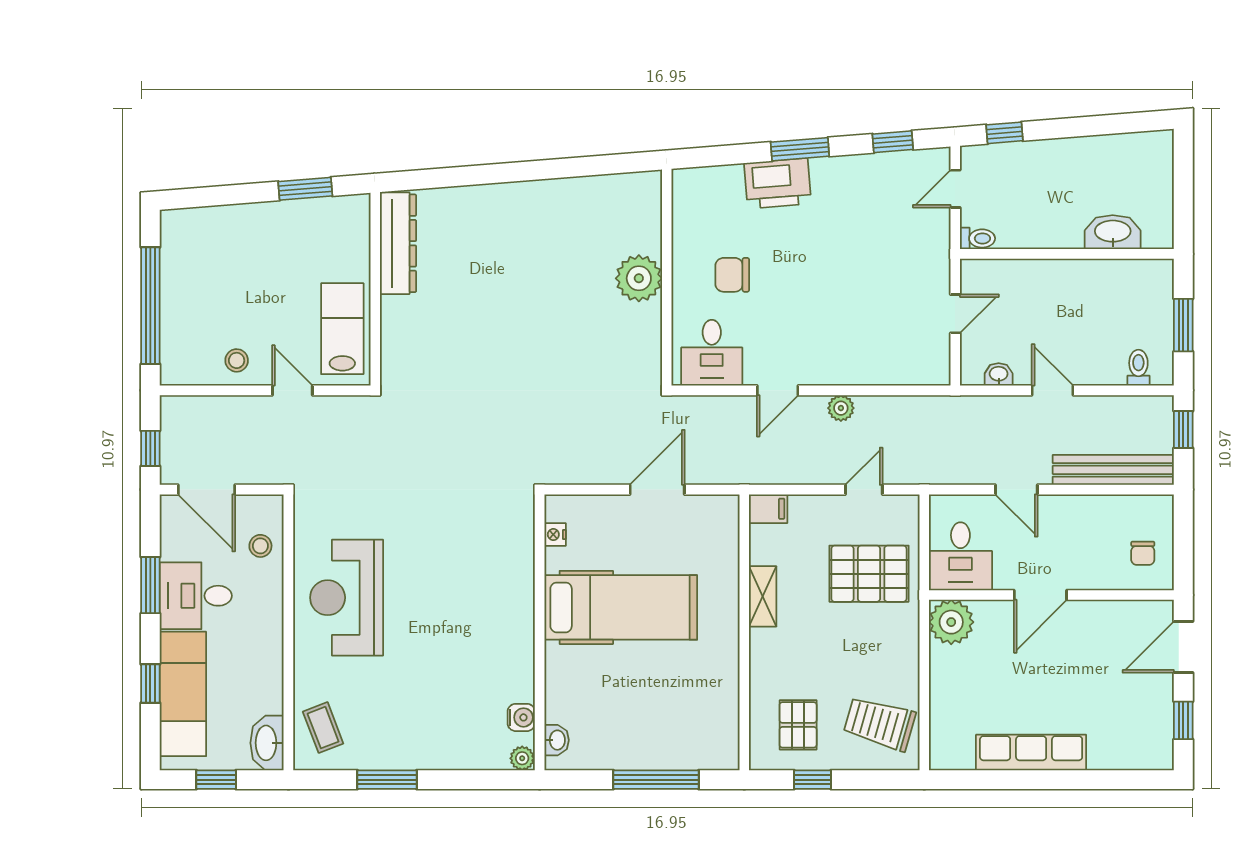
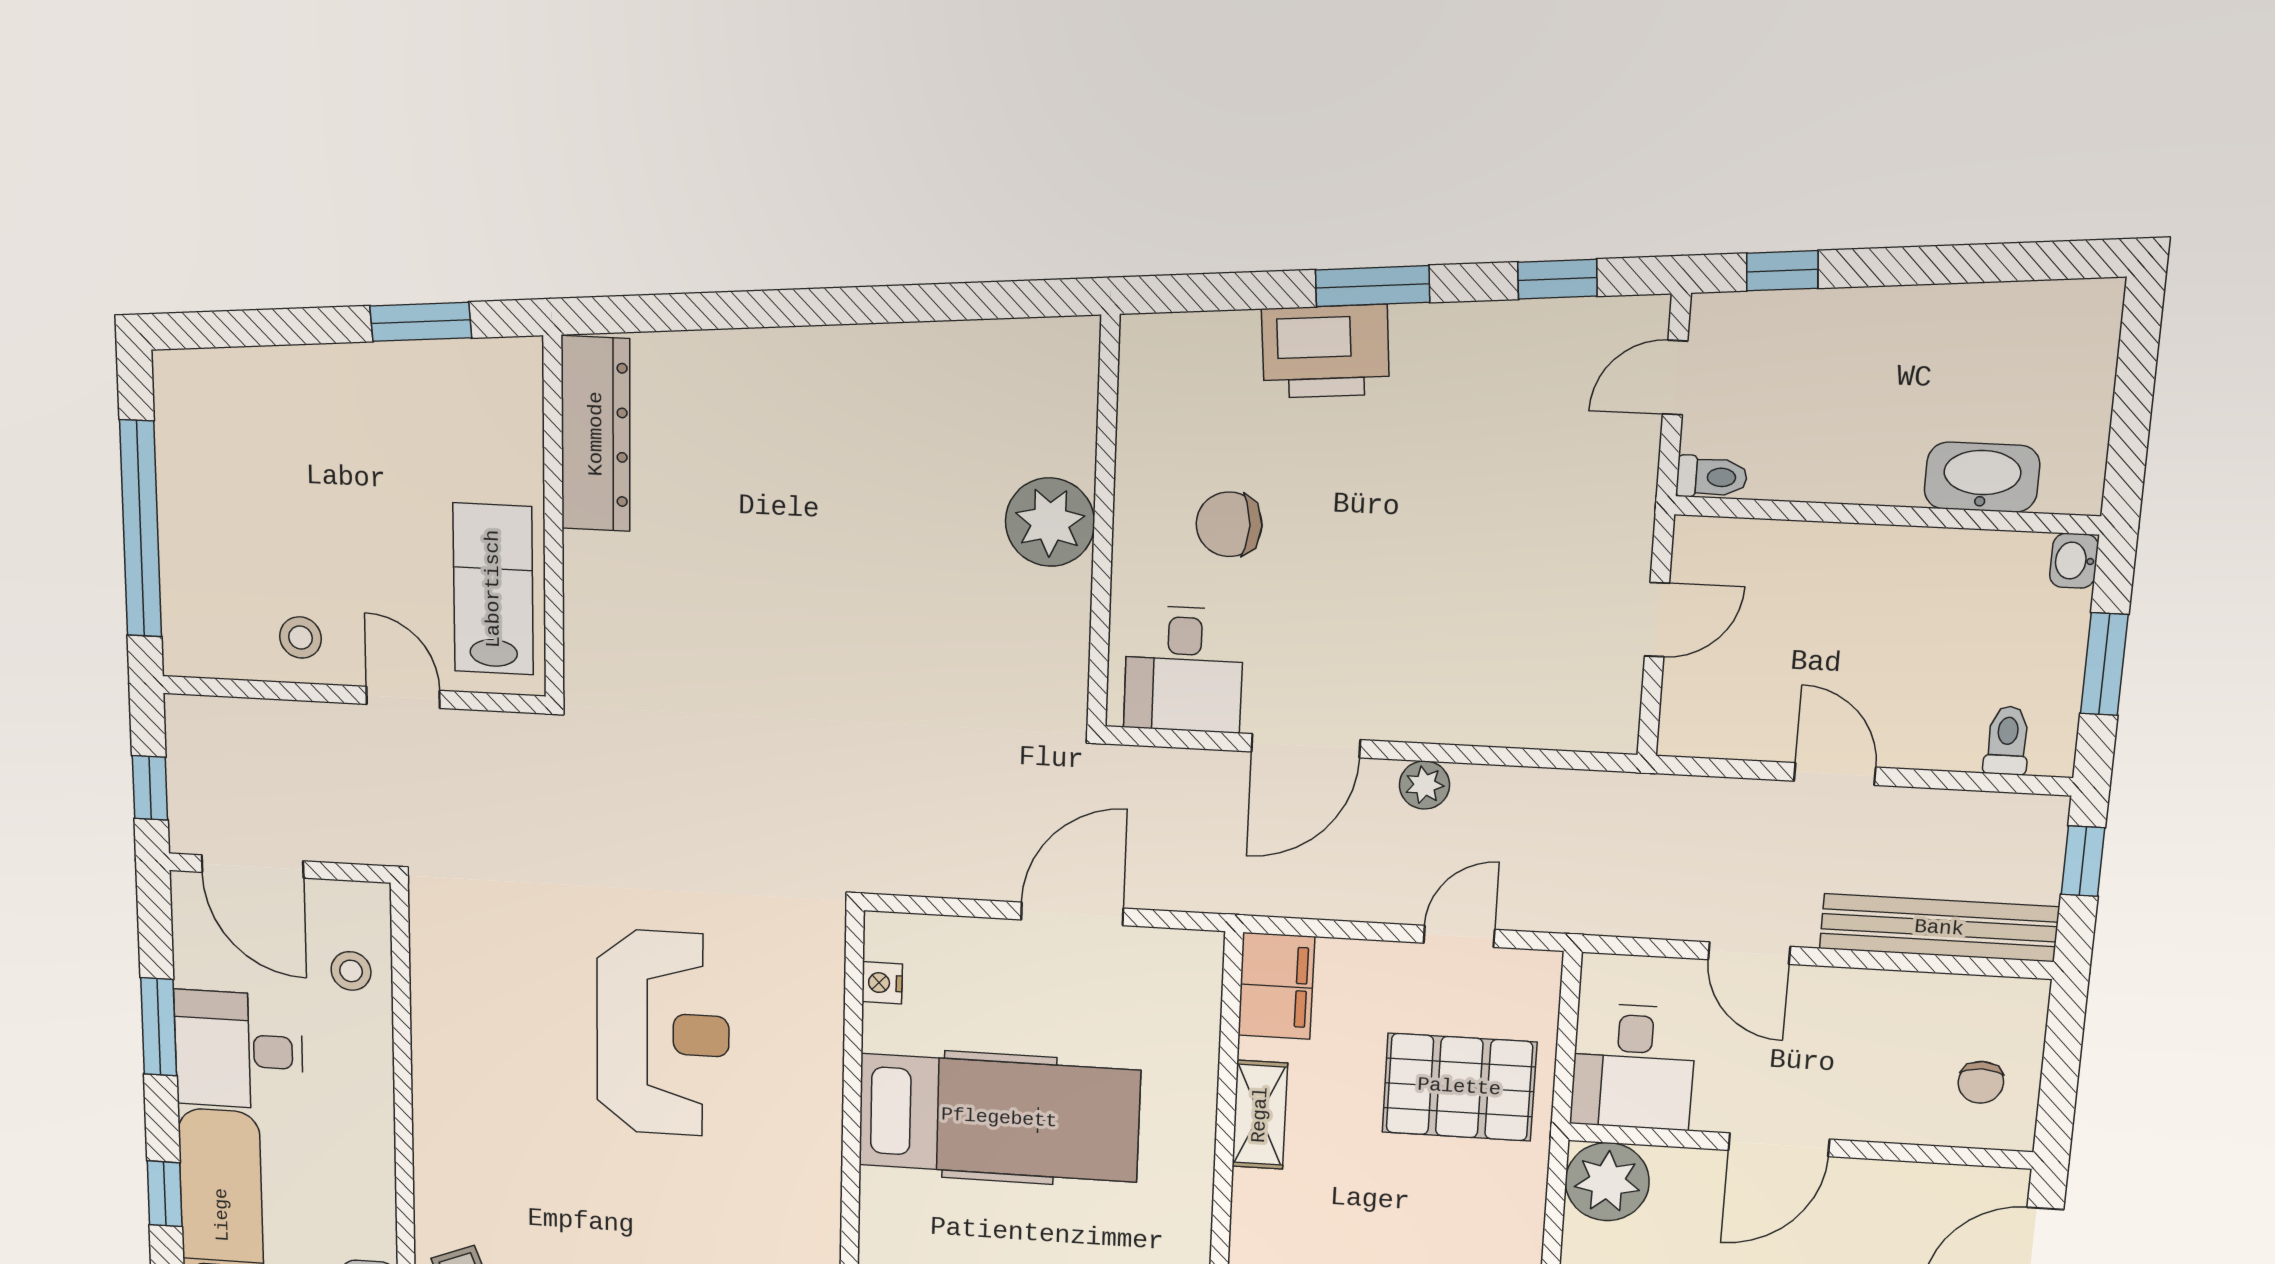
washbasin: (999, 374) -> (2074, 561), moved, turned -90
door: (778, 390) -> (1306, 746), width x1.38
filing cabinet: (768, 509) -> (1276, 986), width x2.00
reception desk: (347, 598) -> (663, 1033), moved, turned 180

